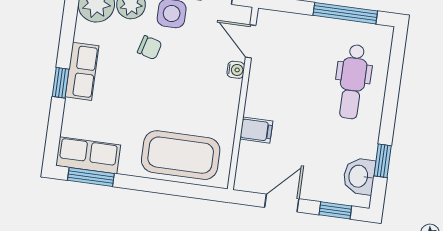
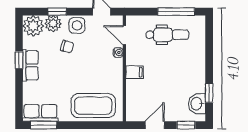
dental chair: (353, 82) -> (167, 35), moved, turned -90
window: (61, 83) -> (19, 60), moved
filing cabinet: (256, 130) -> (135, 72), moved

